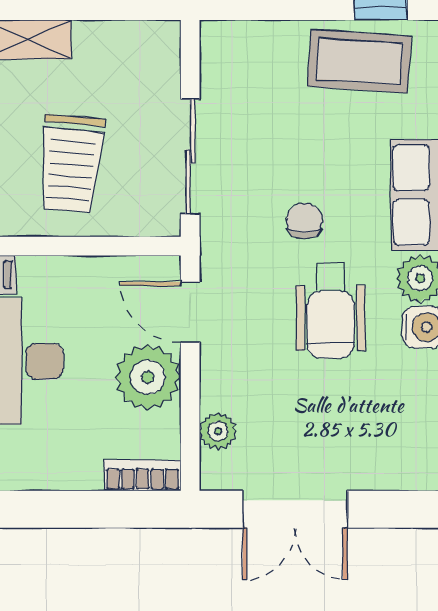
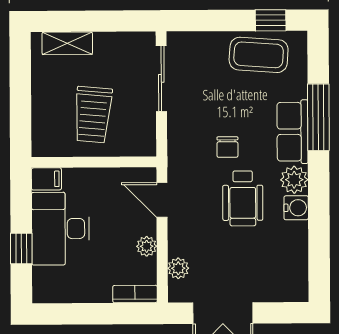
sliding door: (190, 157) -> (161, 78), moved
chair: (304, 221) -> (227, 147), turned 180
plant: (148, 377) -> (147, 246), width x0.53, depth x0.53

